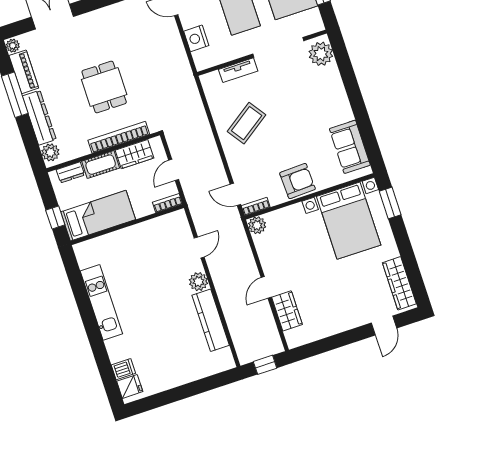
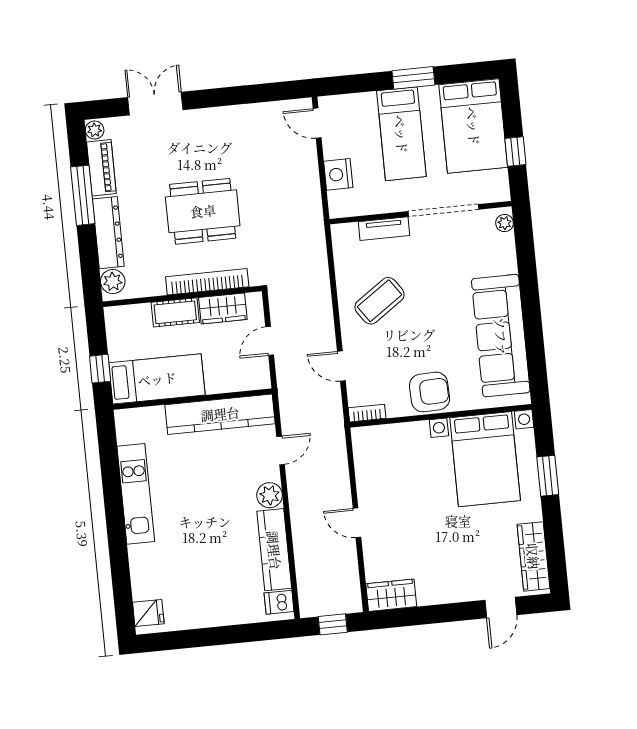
plant: (321, 54) -> (505, 223), width x0.53, depth x0.53
dining table: (104, 87) -> (203, 211), width x1.38
sofa: (350, 147) -> (501, 336), width x1.85, depth x1.27
dresser: (70, 172) -> (133, 314), removed
door: (235, 194) -> (341, 366), moved
bookcase: (168, 203) -> (252, 383), removed
window: (390, 203) -> (548, 476), moved
plant: (257, 225) -> (363, 438), removed
kitchen counter: (149, 231) -> (220, 414), added
door: (266, 287) -> (357, 523), hinge flipped
wardrobe: (287, 311) -> (391, 595), moved, turned -90
dishwasher: (123, 369) -> (279, 602), moved, turned 180

